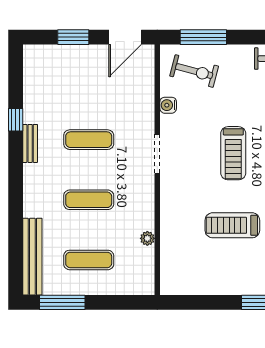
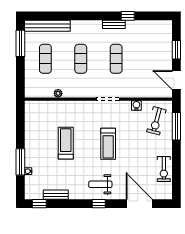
treadmill: (233, 153) -> (108, 144), turned -90

